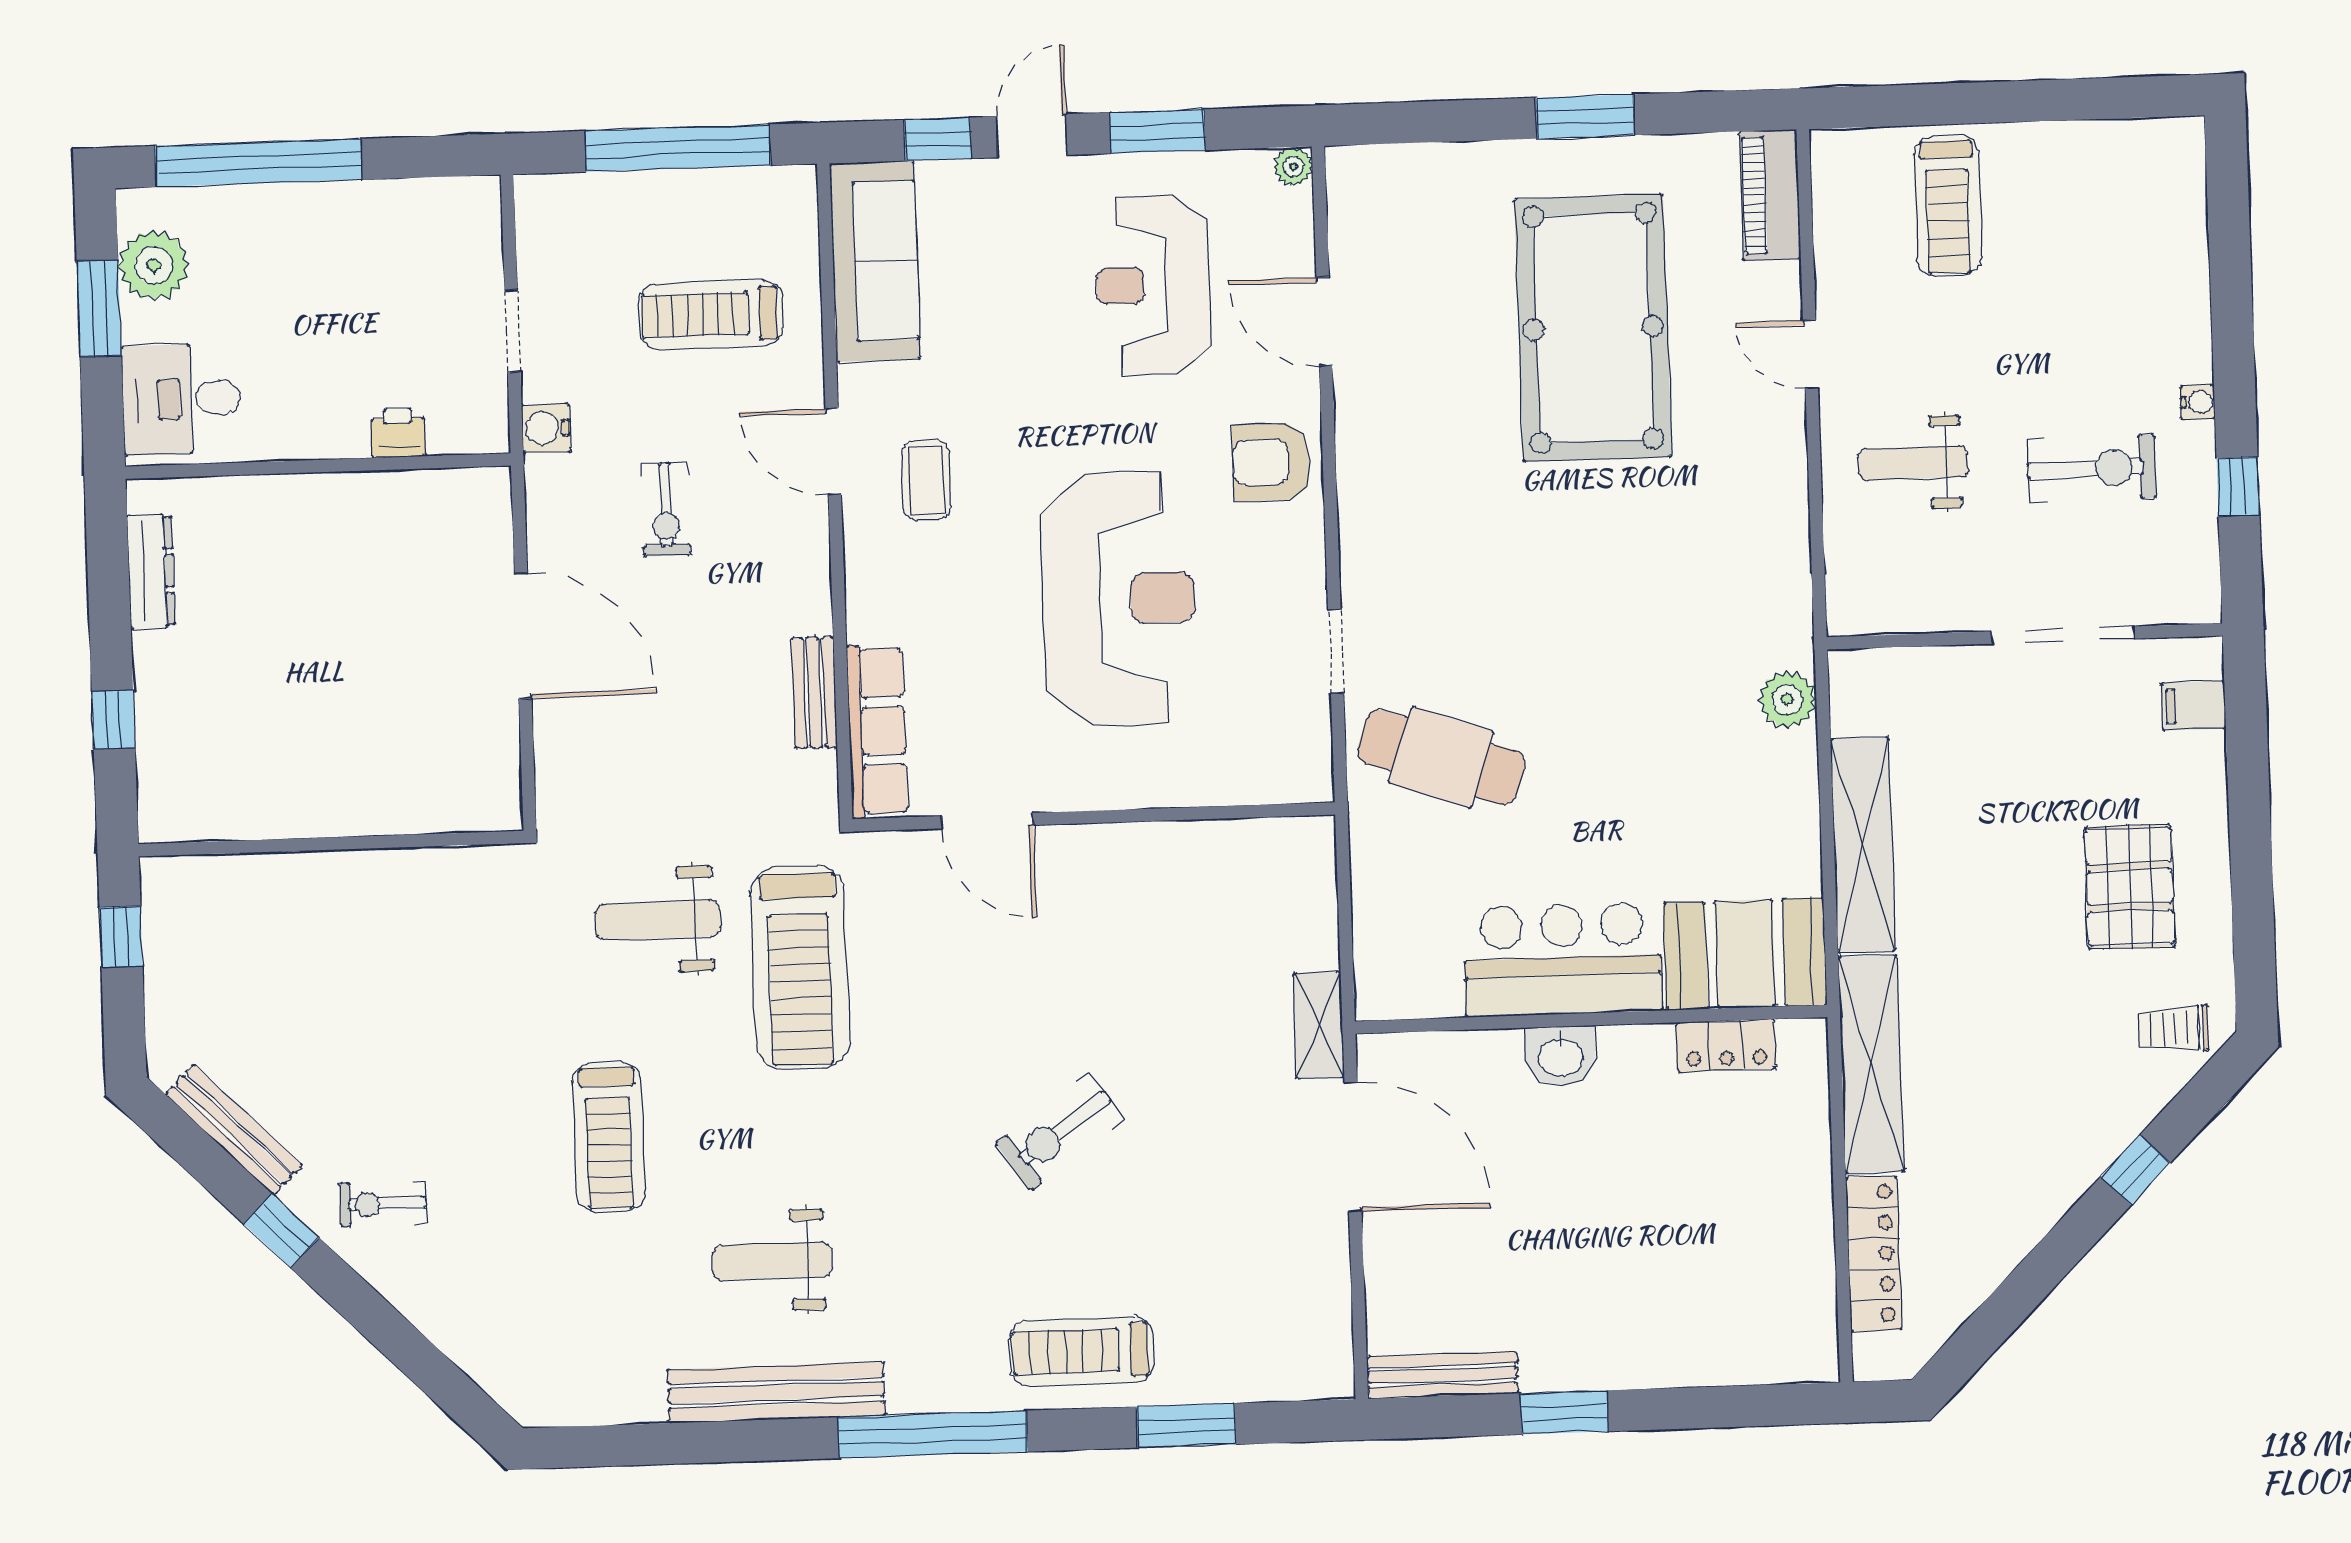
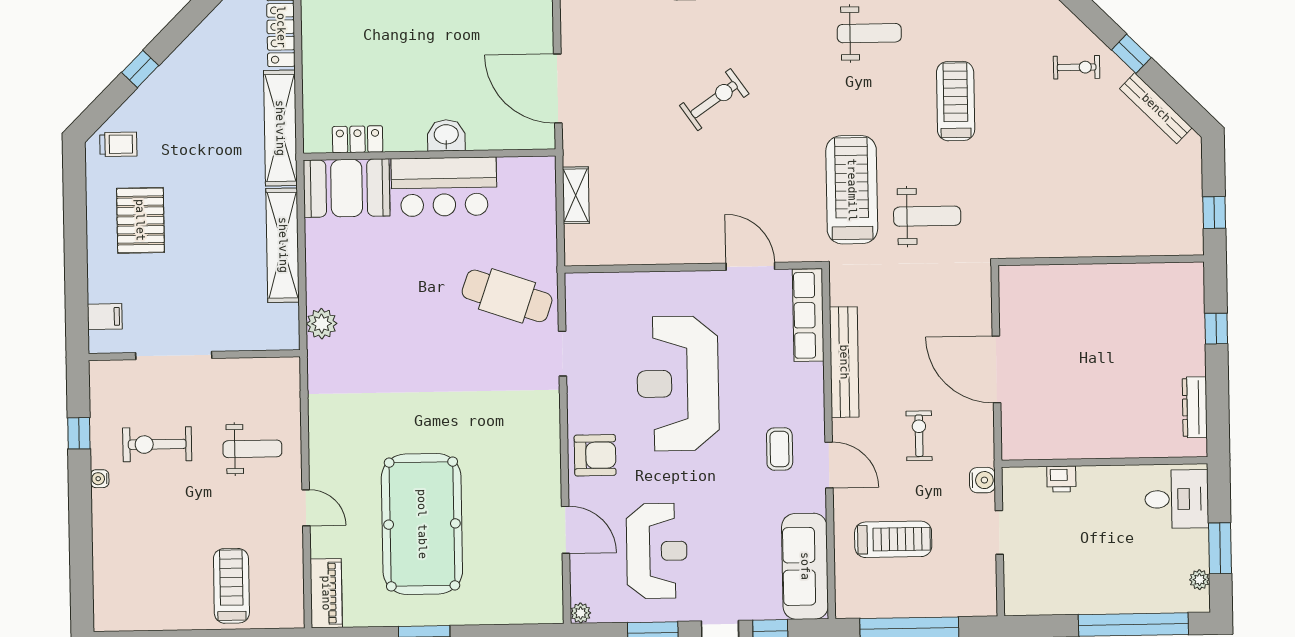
plant: (154, 265) -> (1199, 580), width x0.53, depth x0.53
bench: (814, 692) -> (844, 362), width x1.86, depth x1.21
shelving: (1319, 1025) -> (576, 195), moved

